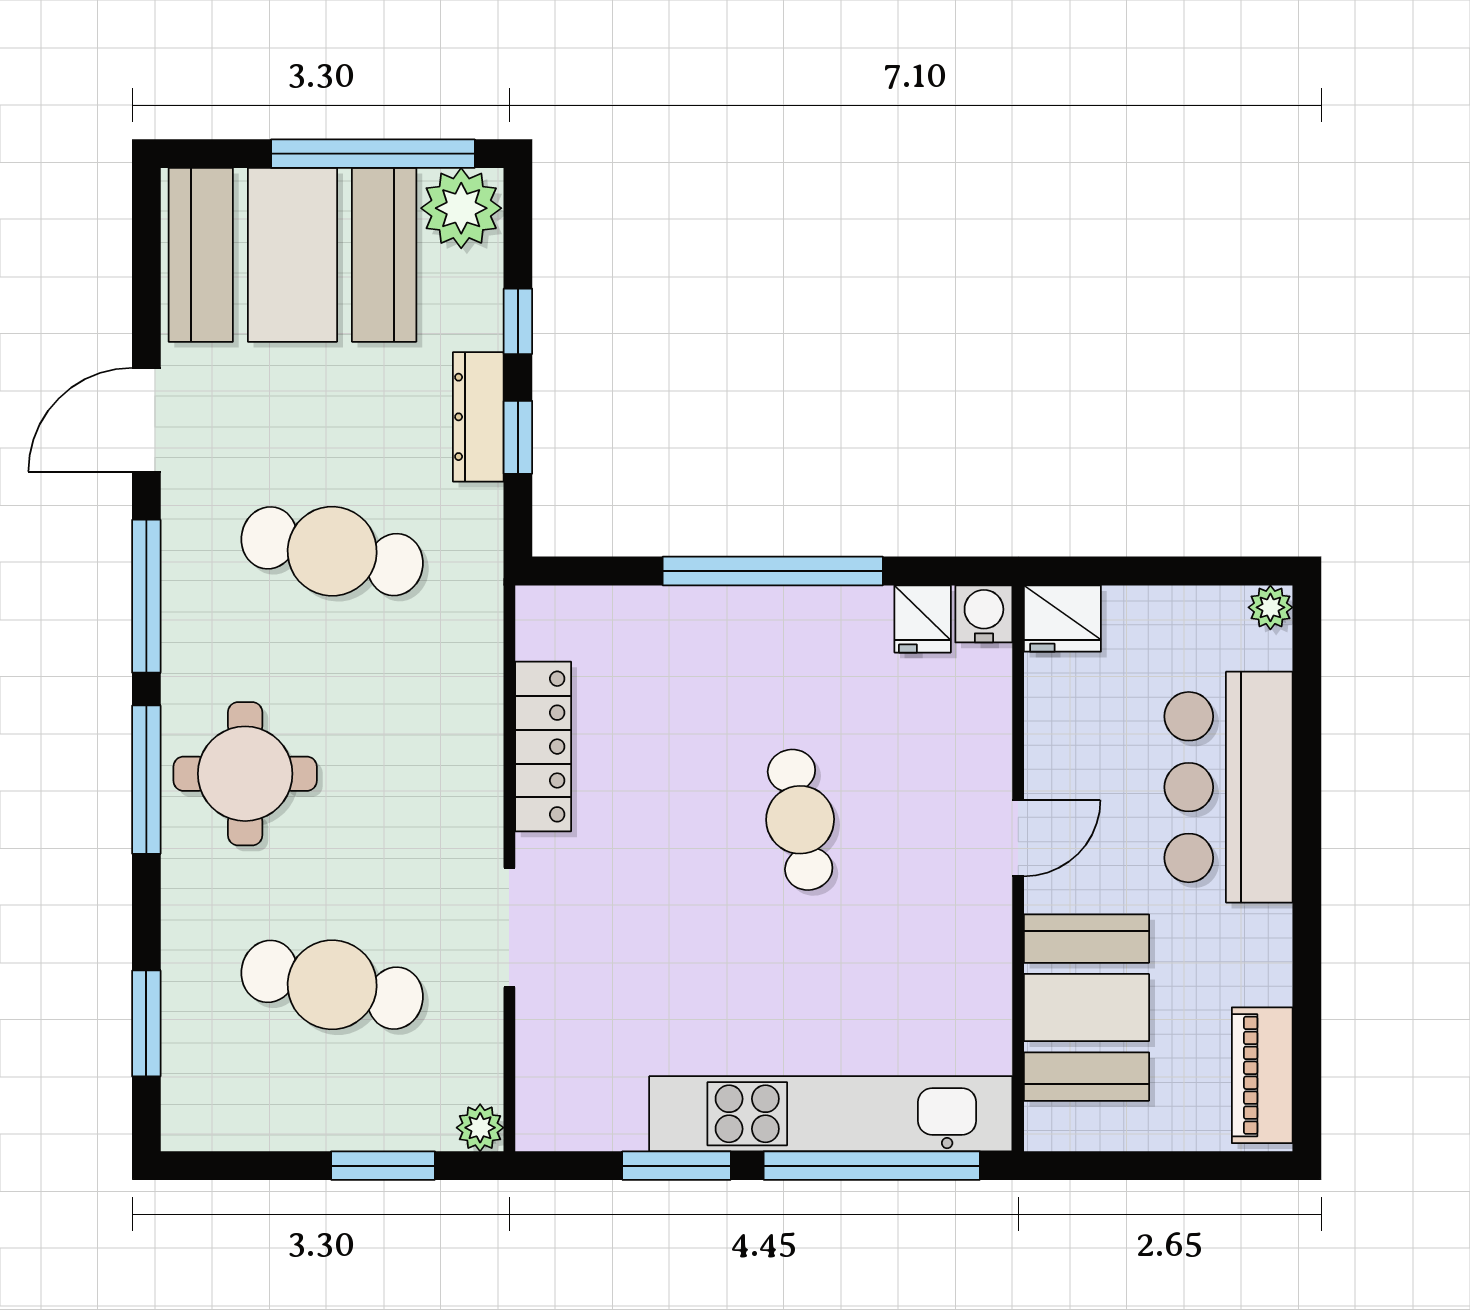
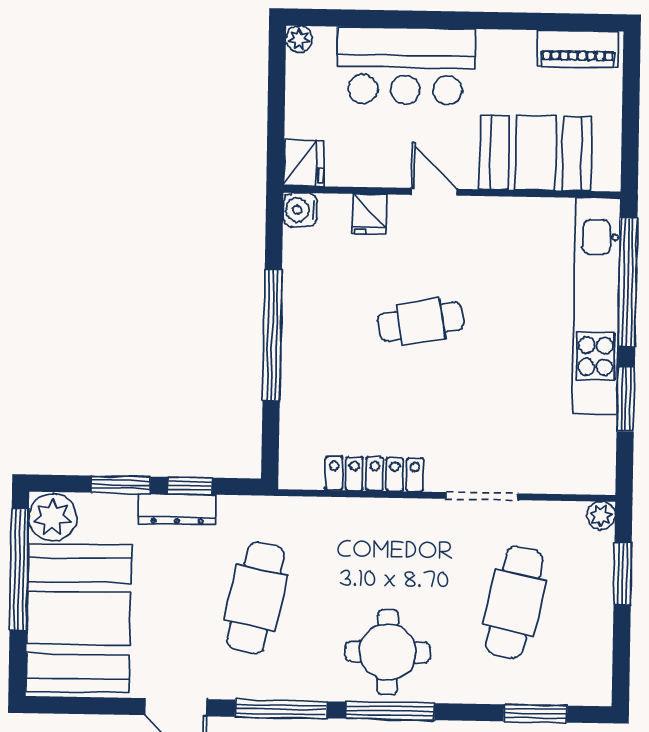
window: (518, 321) -> (121, 485), width x1.50
fridge: (923, 619) -> (369, 214), moved, turned 90

